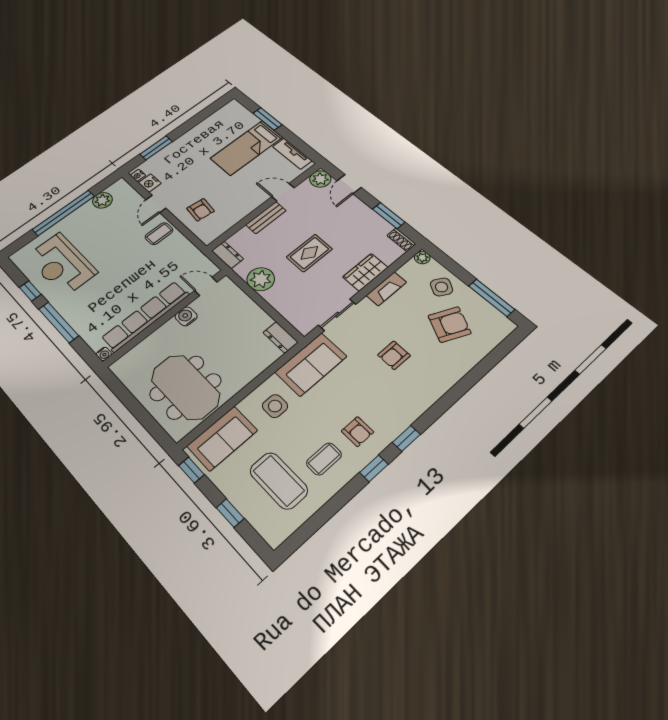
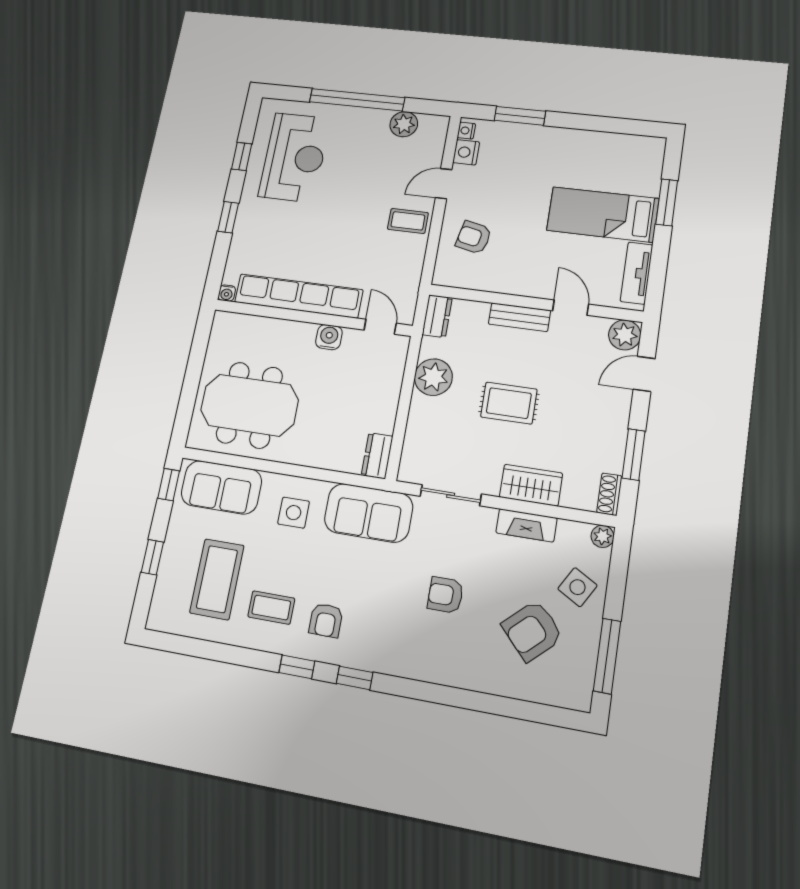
armchair: (200, 210) -> (474, 237), turned 95
reception desk: (62, 264) -> (295, 157), turned 180
window: (59, 322) -> (228, 217), width x0.46
armchair: (450, 324) -> (532, 631), turned 112
meeting table: (185, 387) -> (249, 405), turned 90

